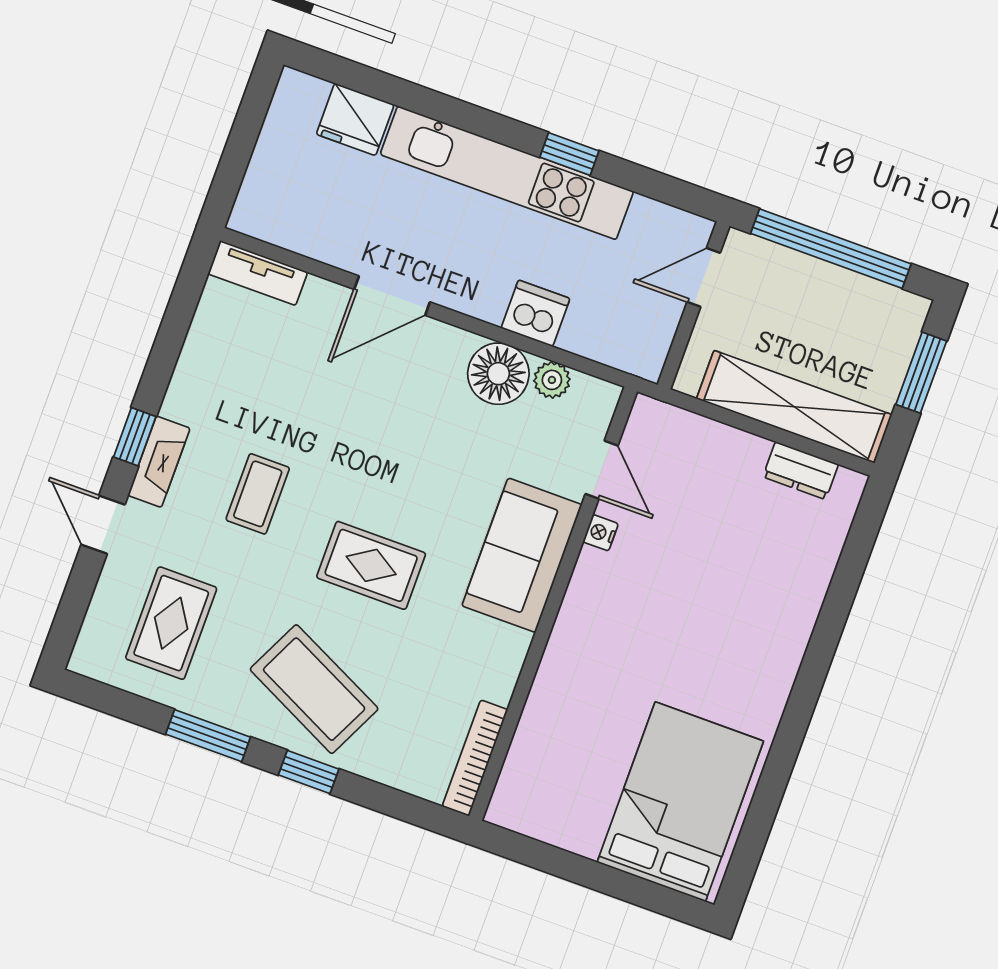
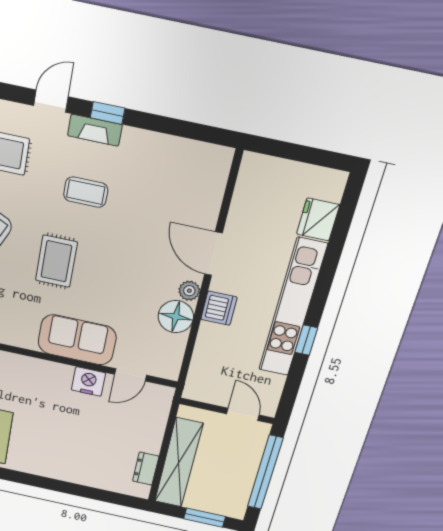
tv unit: (258, 273) -> (218, 174), removed
dishwasher: (535, 313) -> (219, 308), moved
plant: (552, 380) -> (189, 291), moved
nightstand: (601, 533) -> (88, 382), width x1.89, depth x1.79

